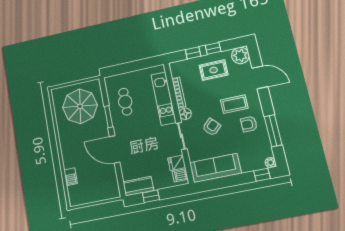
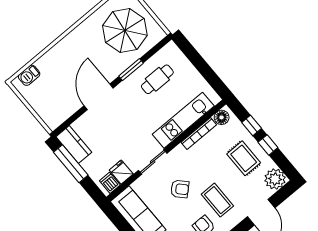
floor lamp: (185, 114) -> (222, 117), moved
barbecue: (71, 177) -> (29, 75), moved
window: (151, 196) -> (71, 164), width x2.17

